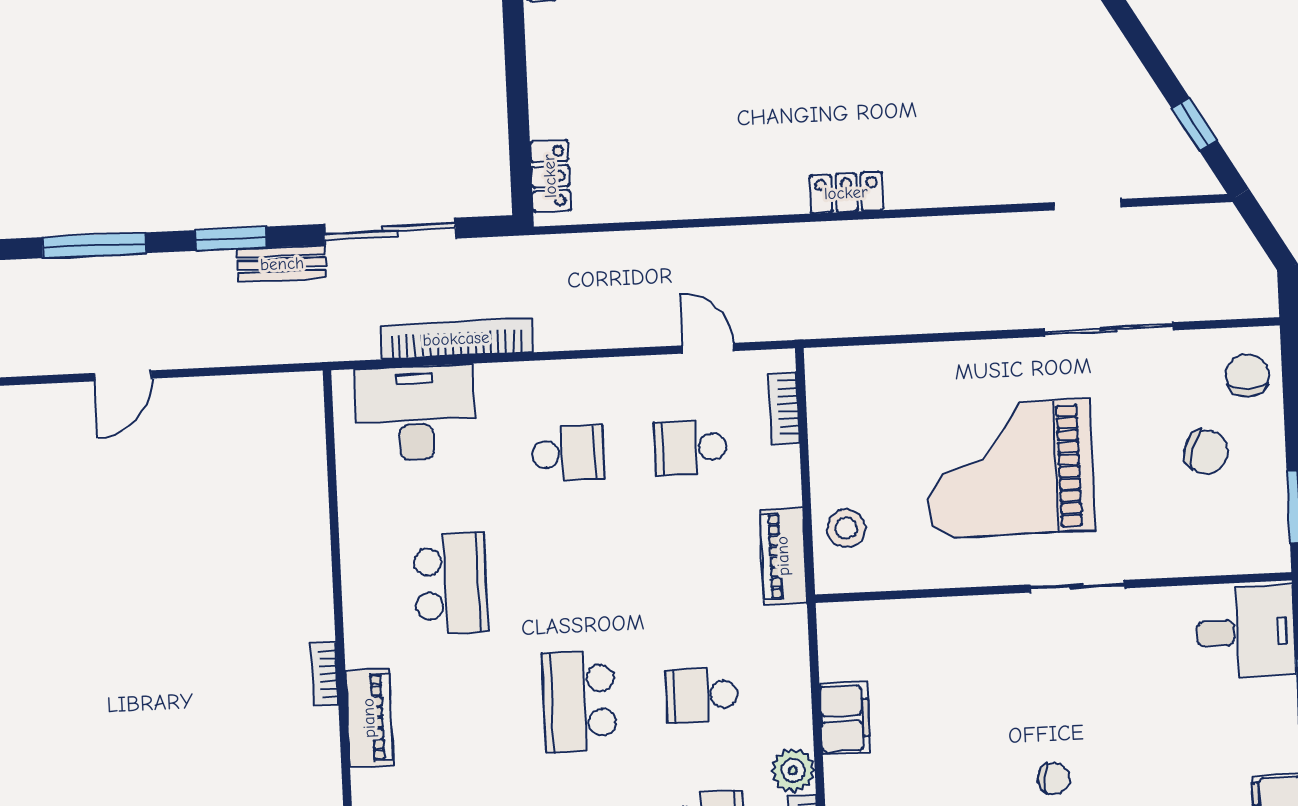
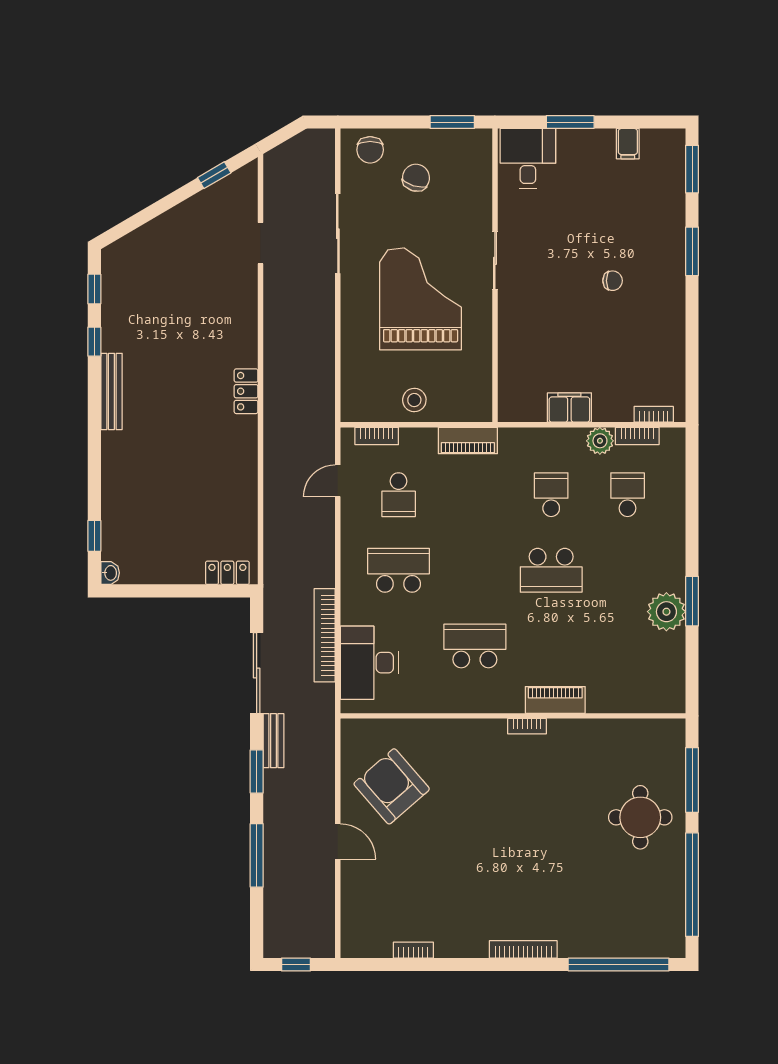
chair: (1247, 375) -> (370, 150), turned -90
school desk: (568, 454) -> (399, 570), width x1.85
armchair: (216, 459) -> (392, 786), added
grand piano: (1010, 468) -> (421, 299), turned 180
stool: (846, 528) -> (414, 400), moved
school desk: (702, 695) -> (551, 495), turned 180
chair: (1054, 779) -> (613, 281), turned 84

